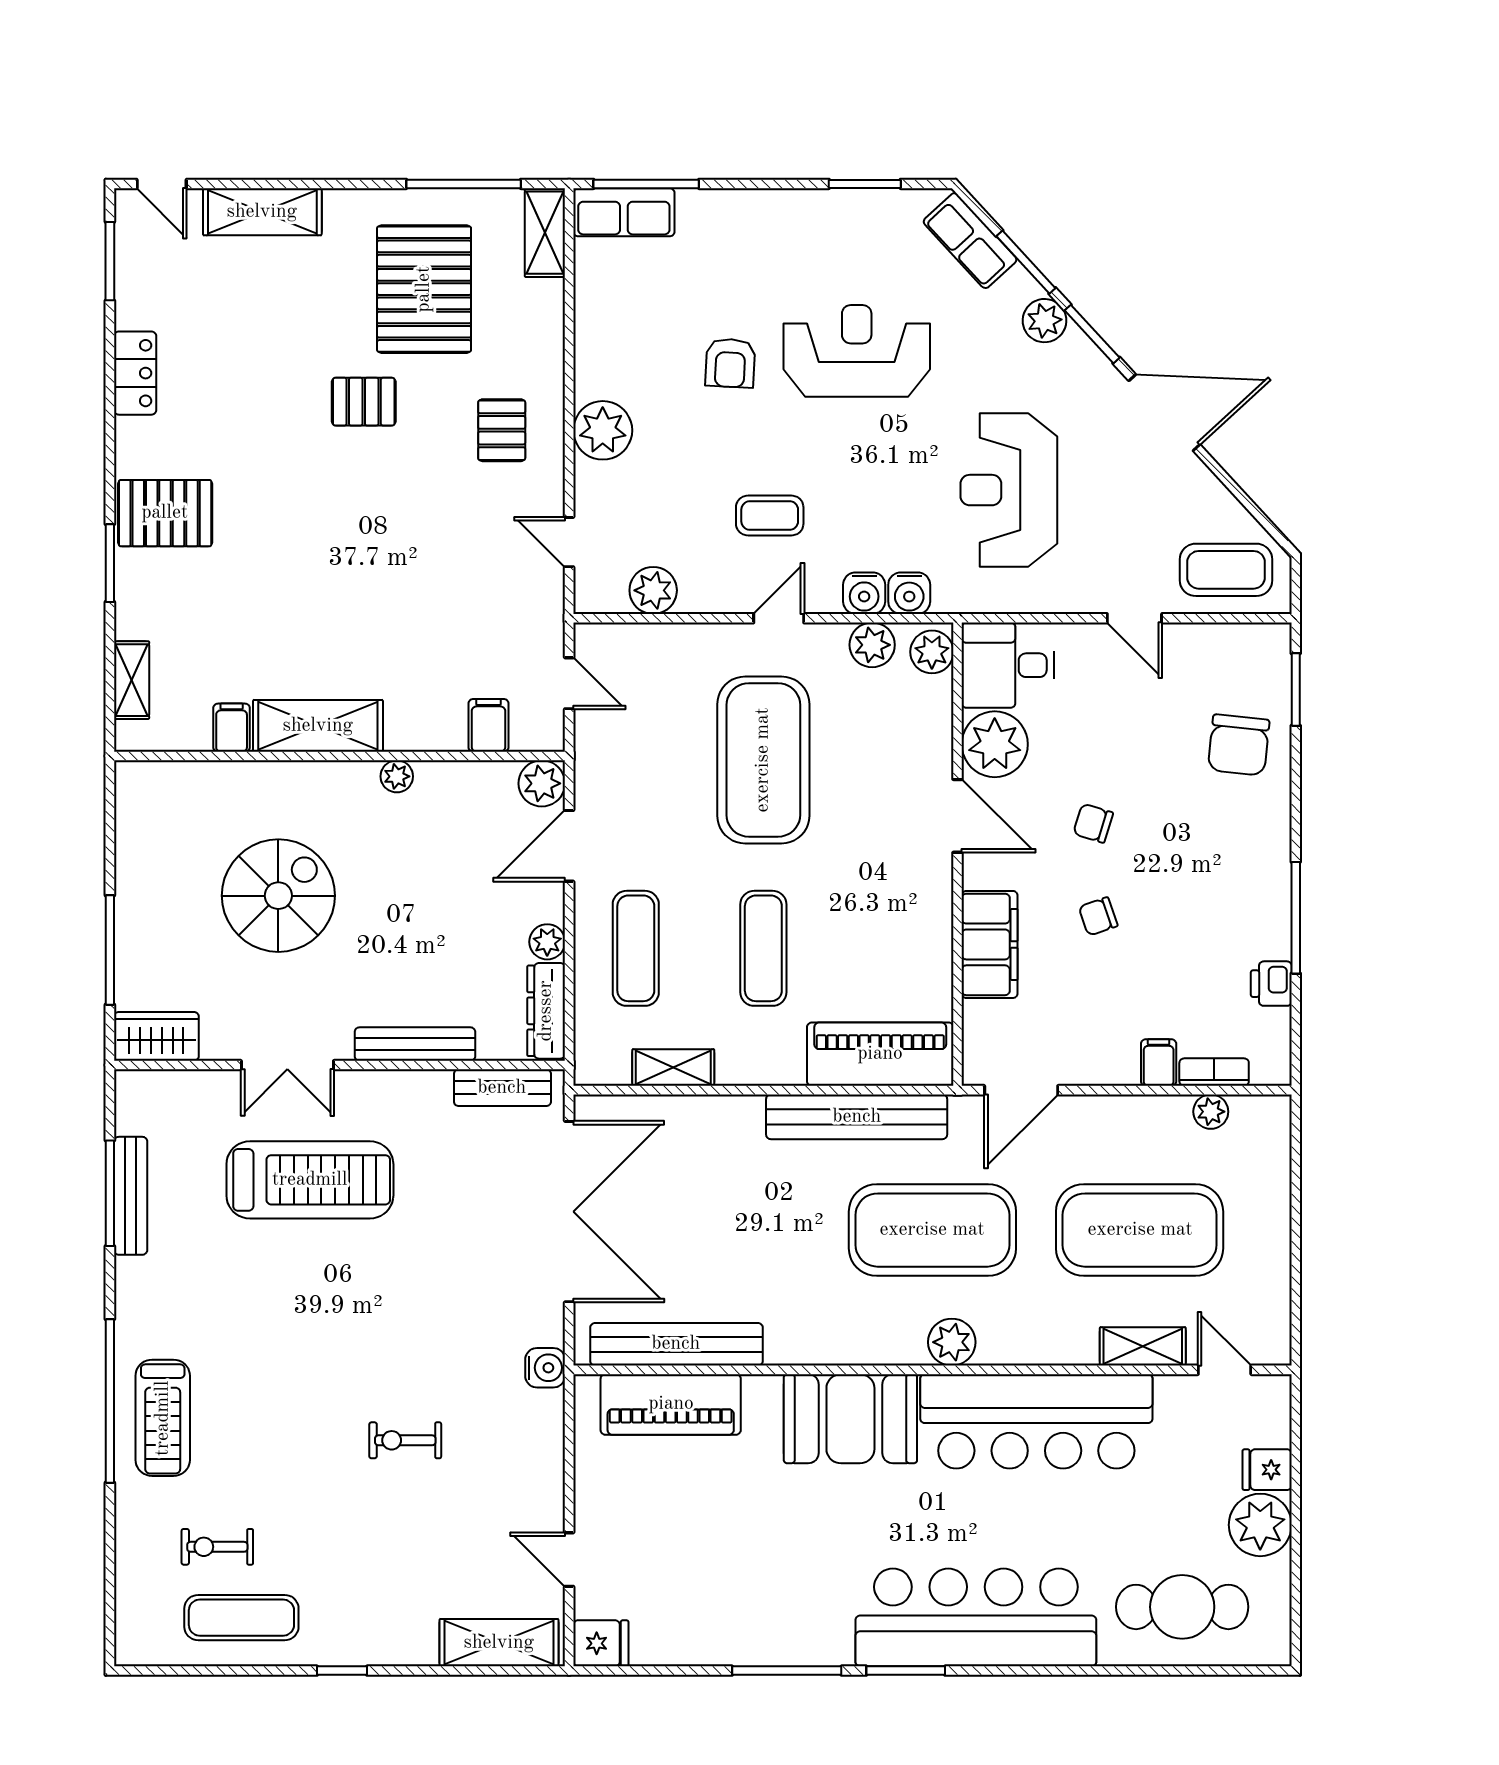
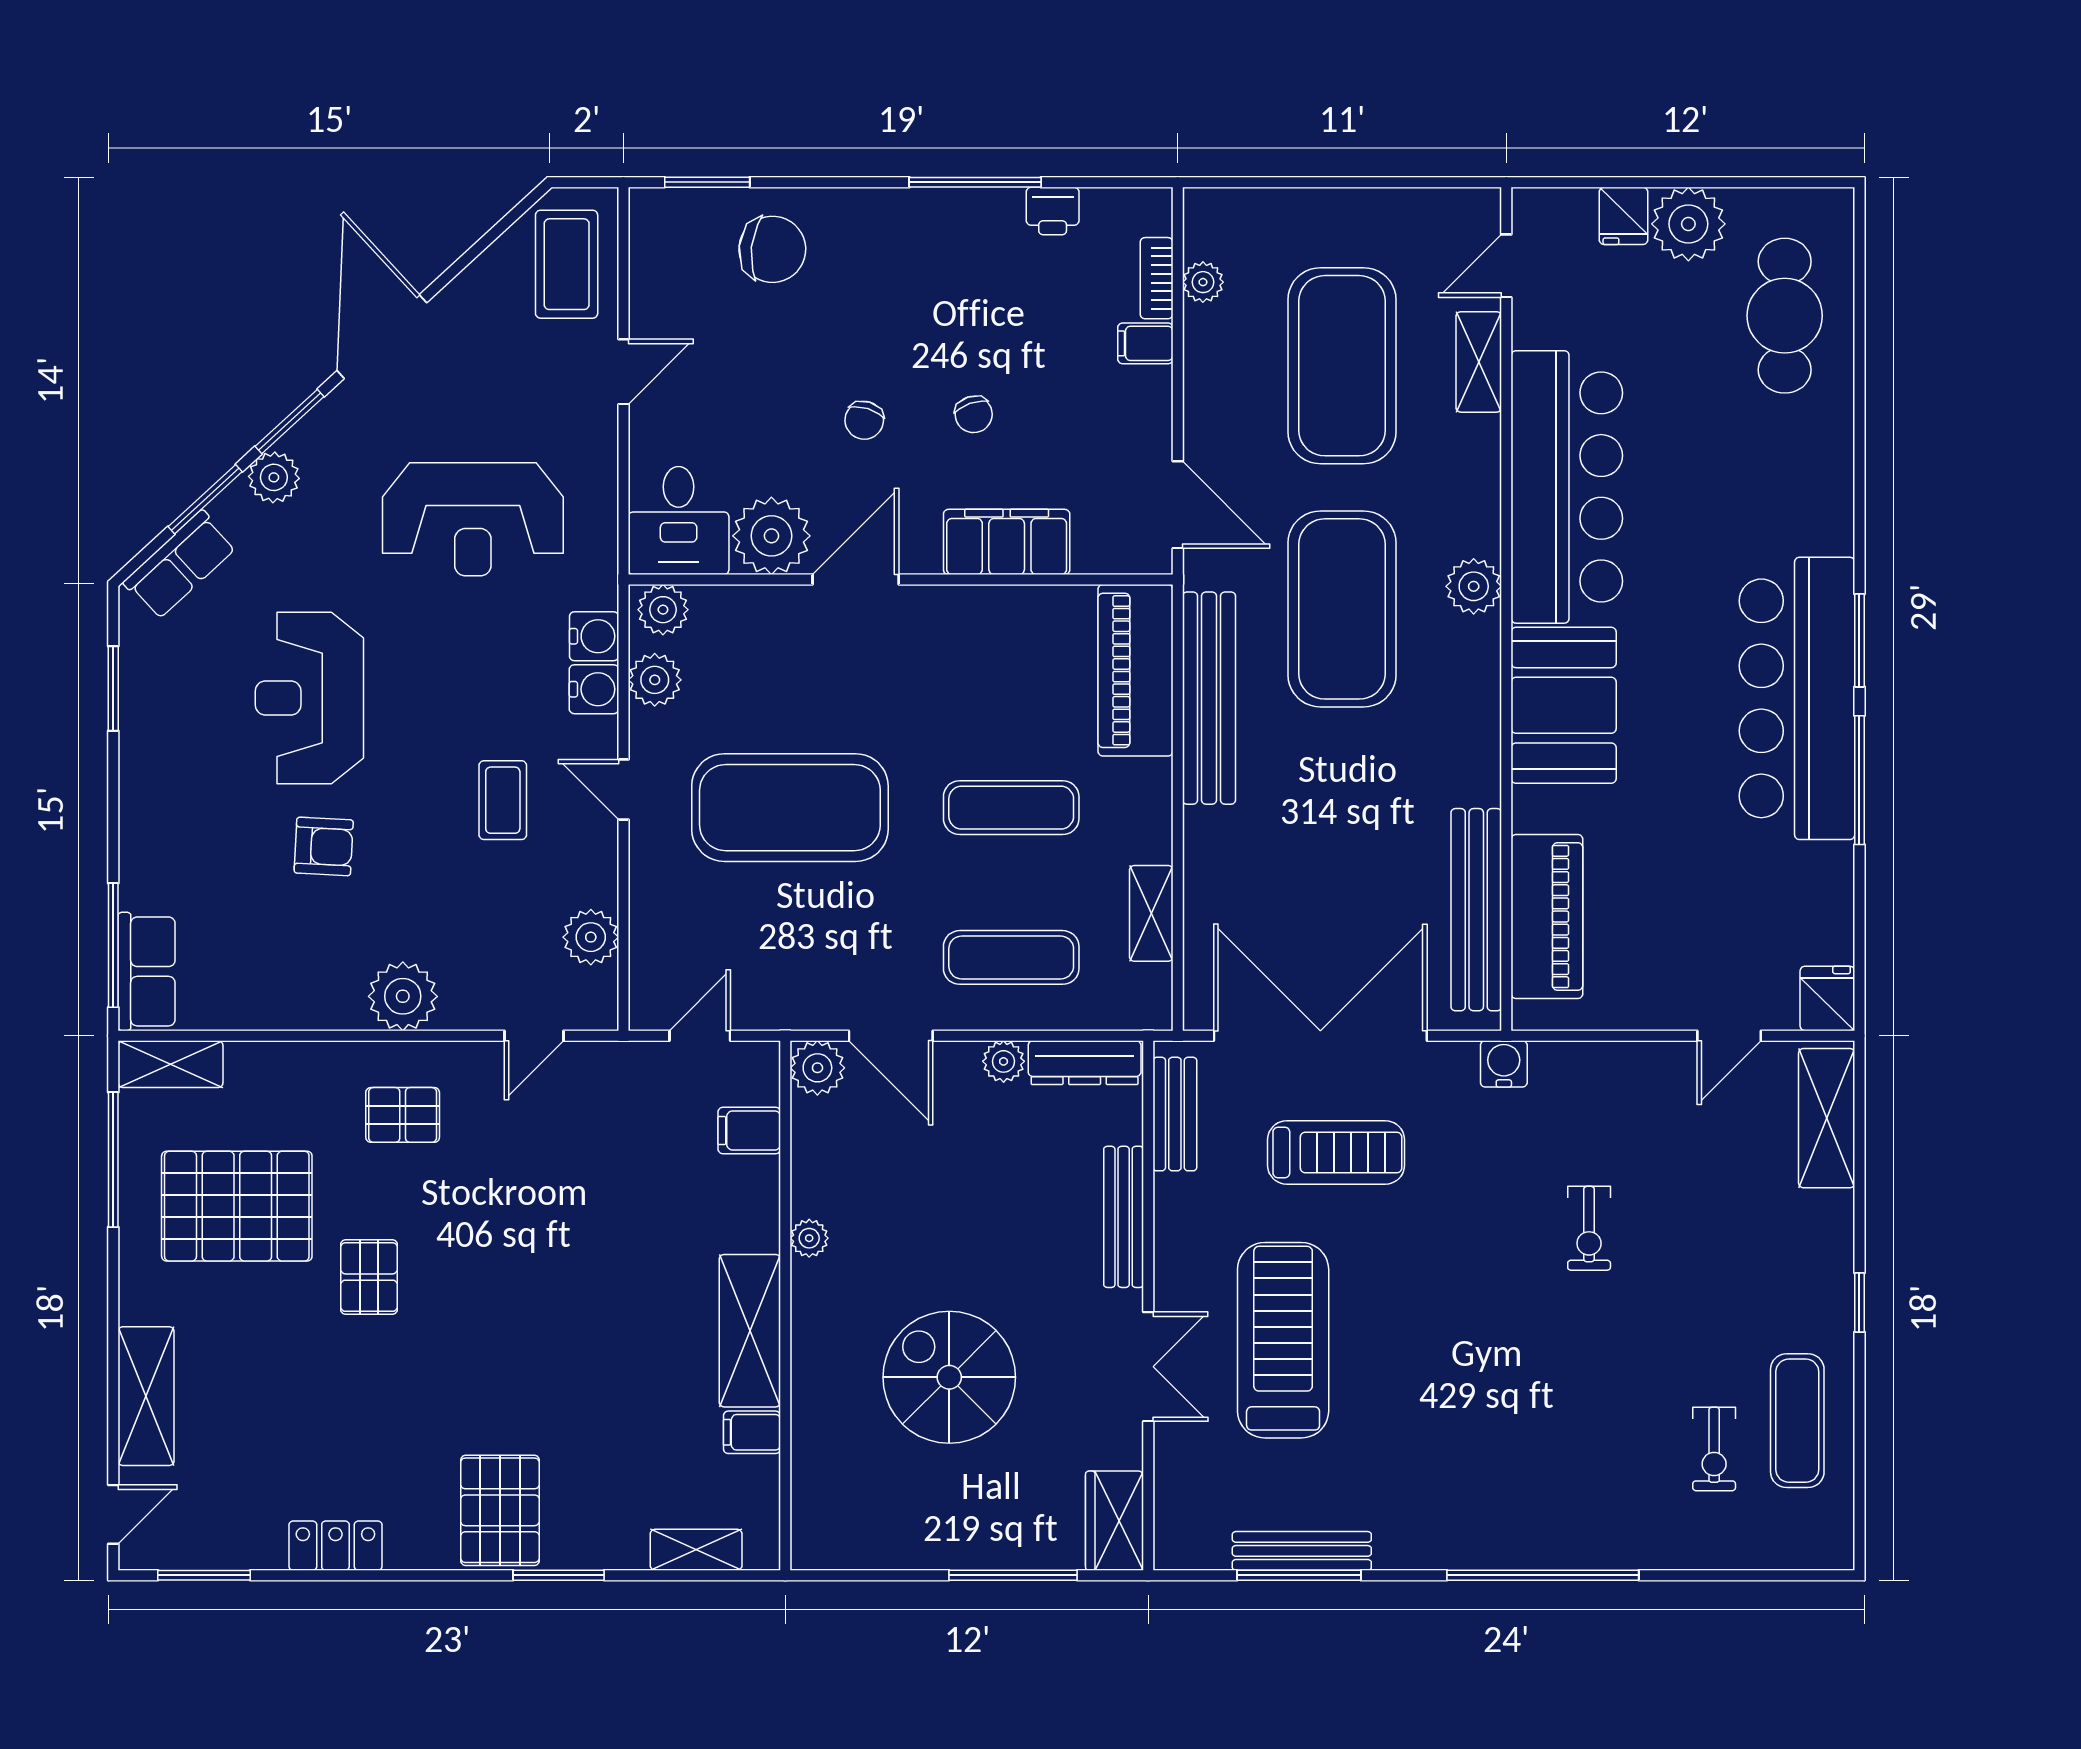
treadmill: (163, 1418) -> (1336, 1152), moved
bar counter: (976, 1617) -> (1797, 698), moved

